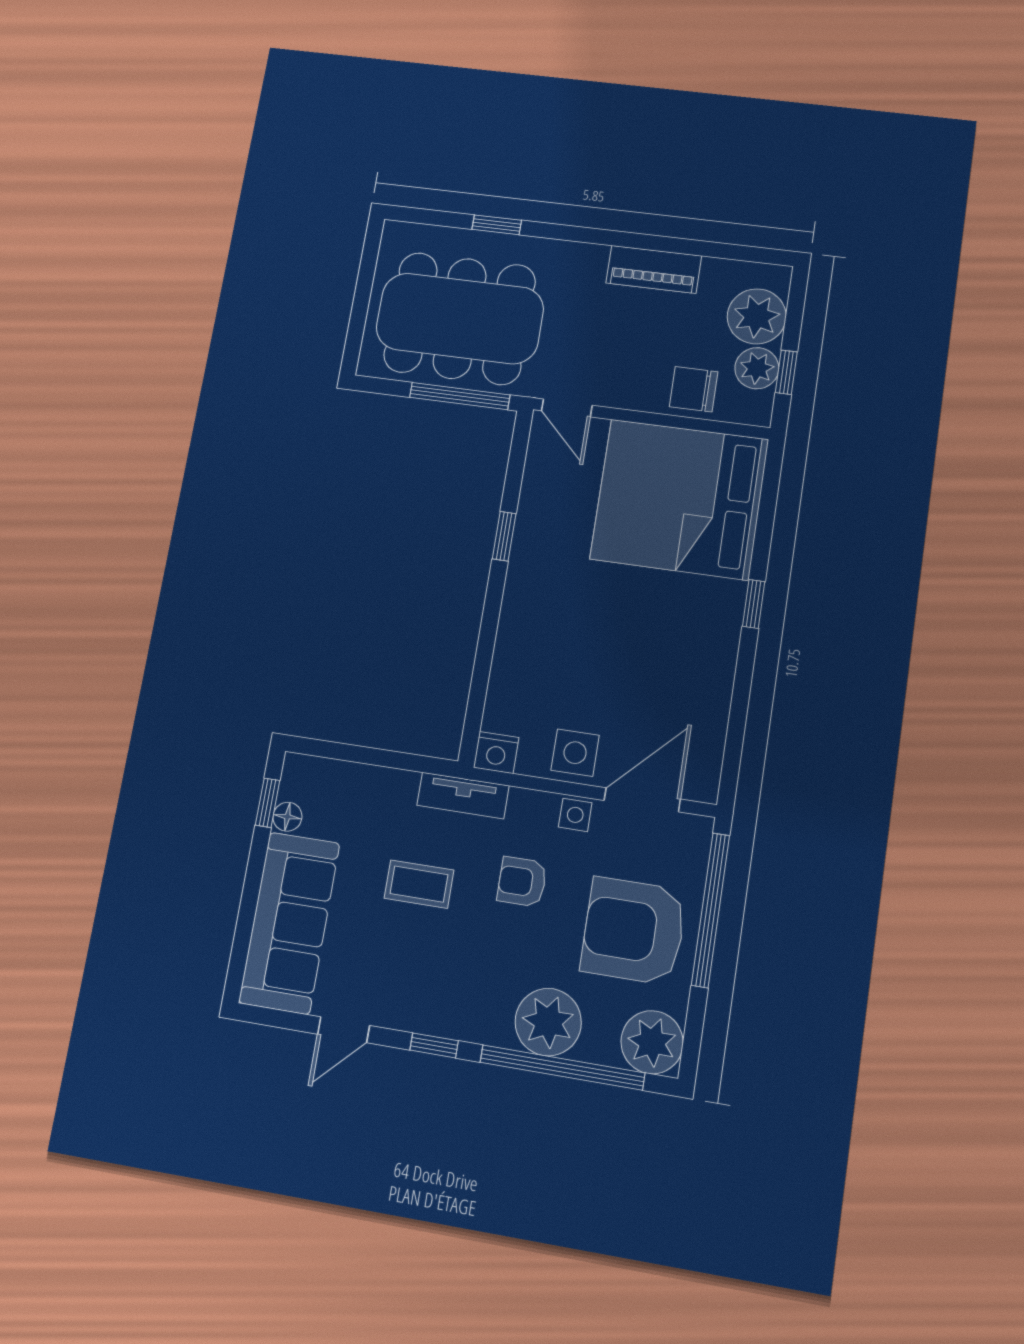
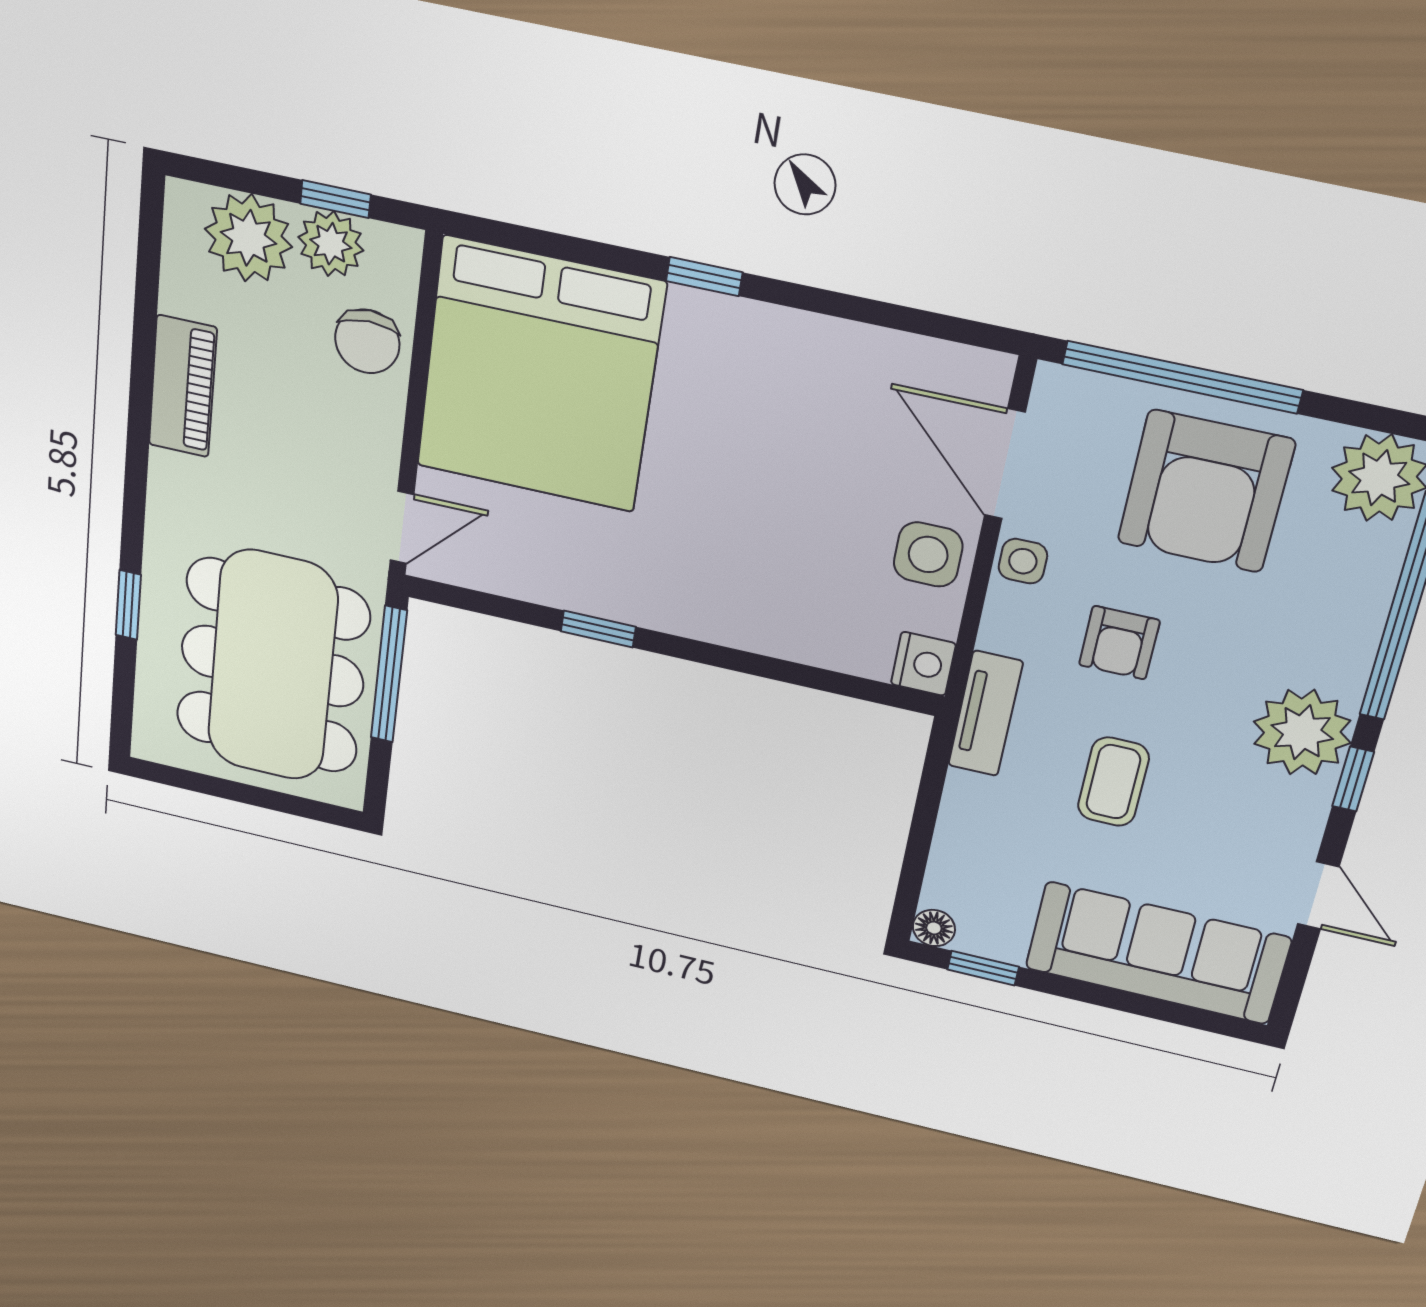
floor lamp: (287, 817) -> (934, 928), moved
plant: (548, 1022) -> (1302, 732), moved

